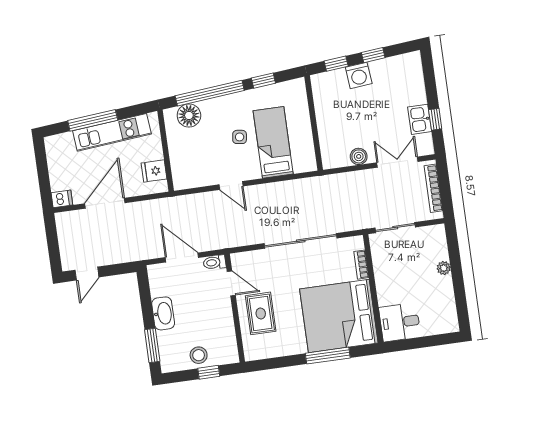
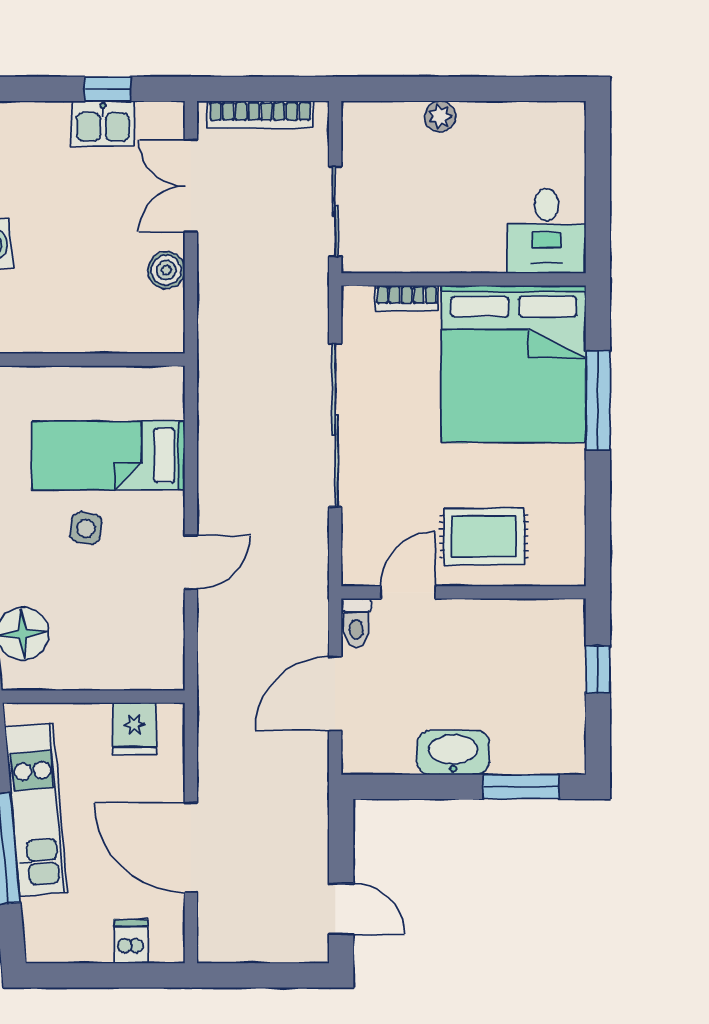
dishwasher: (62, 199) -> (131, 941), moved
stool: (199, 355) -> (557, 687), removed

